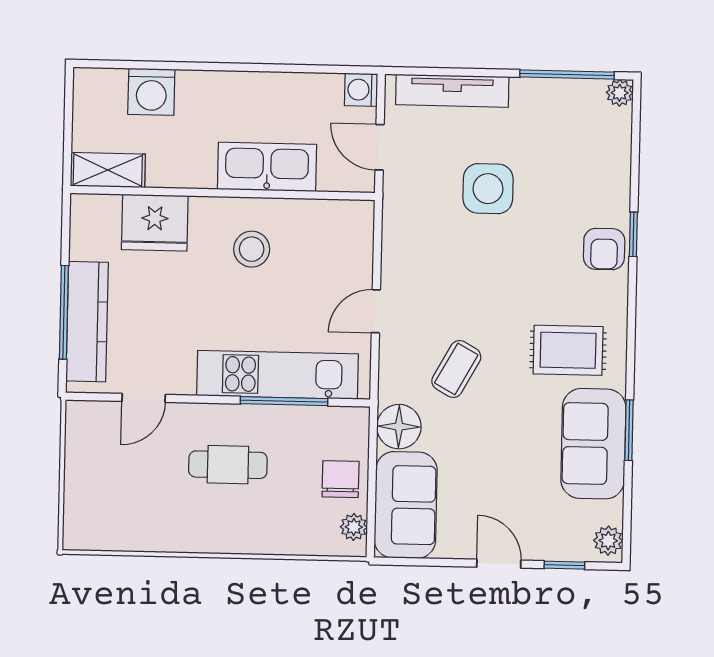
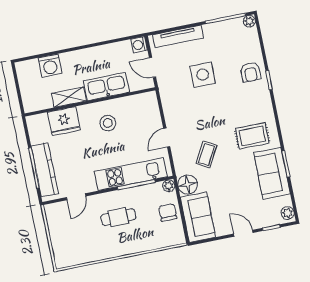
shelving: (108, 170) -> (69, 97), moved
armchair: (604, 249) -> (250, 72), moved
plant: (354, 527) -> (169, 186), moved

